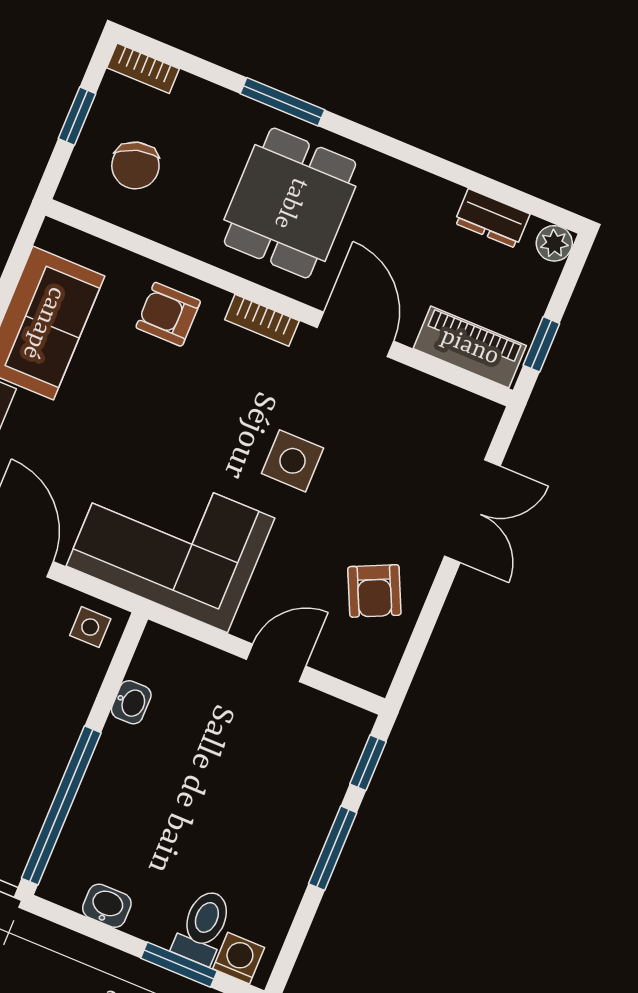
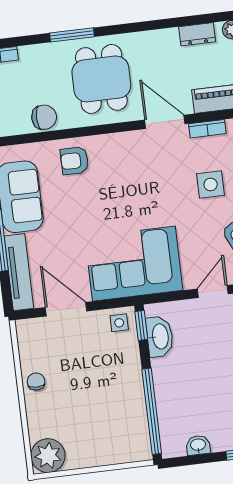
chair: (135, 165) -> (44, 117), moved, turned -74
bookcase: (262, 320) -> (207, 129), moved
side table: (293, 461) -> (211, 184), moved
window: (125, 652) -> (141, 325), added
washbasin: (131, 702) -> (160, 337), width x1.91, depth x1.45

